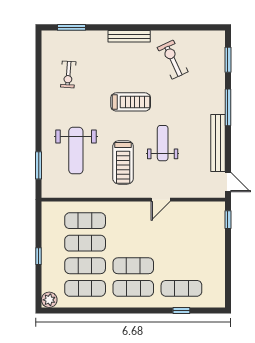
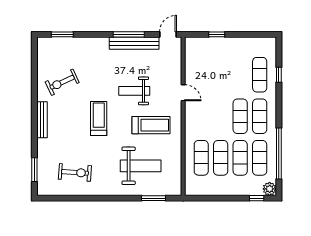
exercise bike: (68, 74) -> (75, 172), width x1.38, depth x1.39
window: (228, 107) -> (129, 34), moved
window: (228, 220) -> (217, 34), moved
window: (39, 256) -> (257, 198), moved
window: (90, 310) -> (279, 154), added

